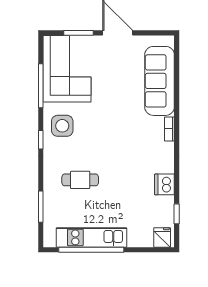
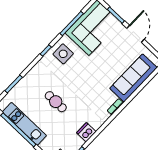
cafe table: (80, 180) -> (56, 102), moved

